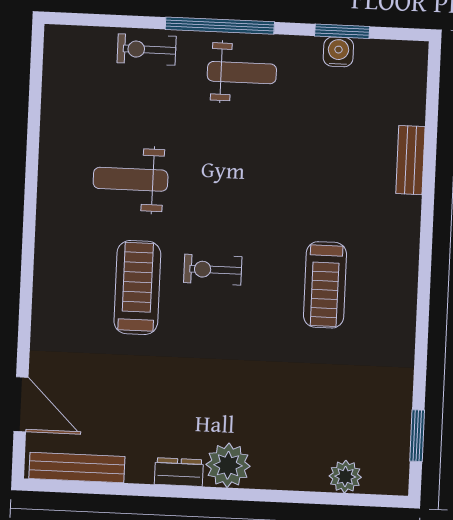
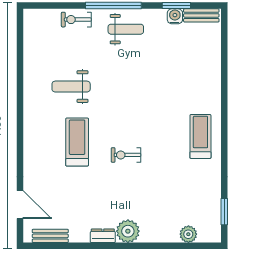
bench: (410, 160) -> (201, 15), moved, turned 90
exercise bike: (213, 270) -> (126, 155), moved
treadmill: (325, 285) -> (200, 136), moved, turned 180
bench: (77, 468) -> (50, 236), width x0.73

